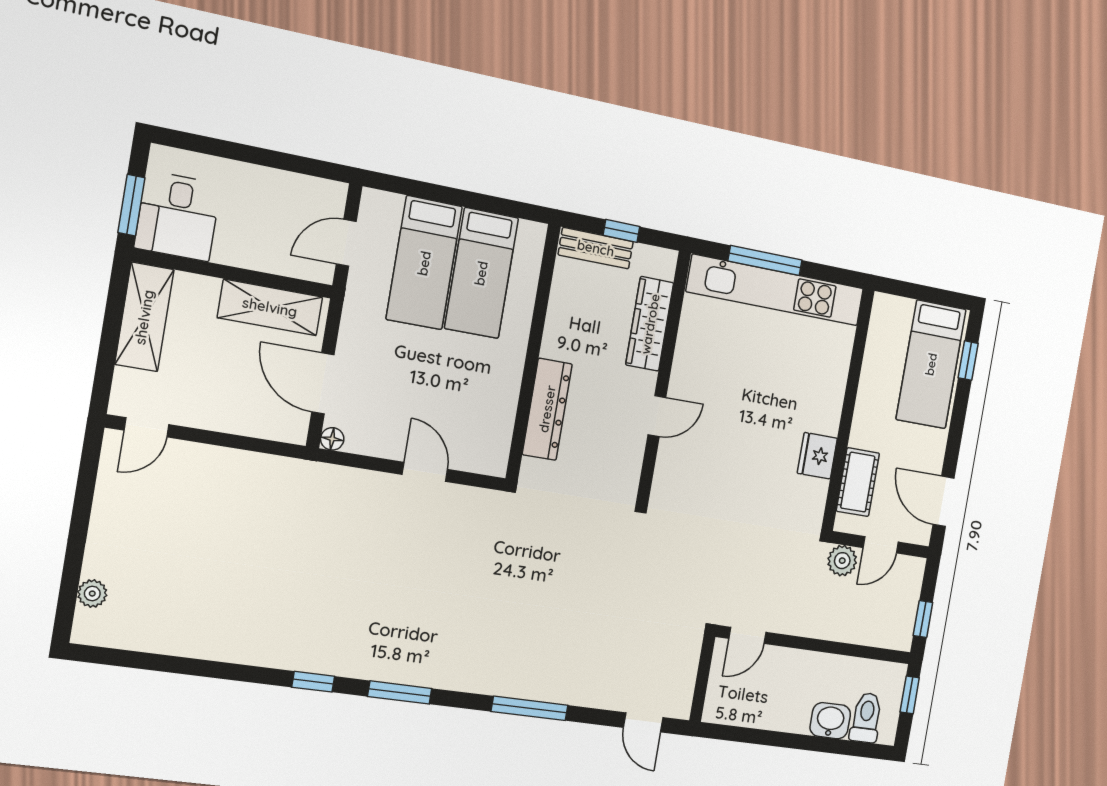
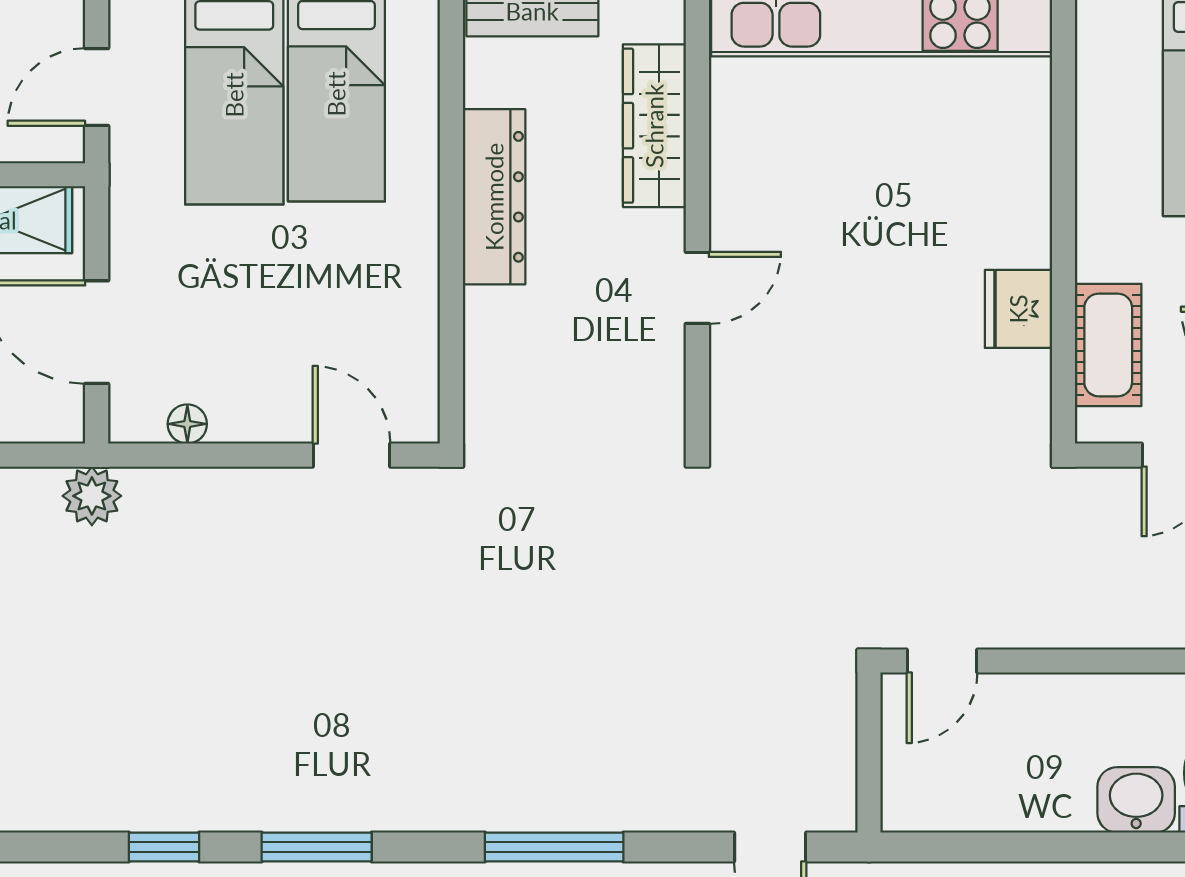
dresser: (547, 409) -> (494, 197), moved
floor lamp: (332, 439) -> (187, 424), moved
door: (425, 472) -> (352, 455), moved
plant: (842, 561) -> (92, 496), moved

